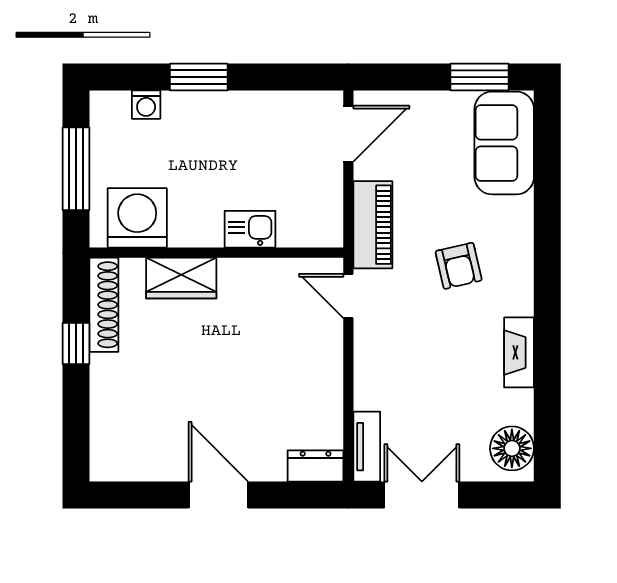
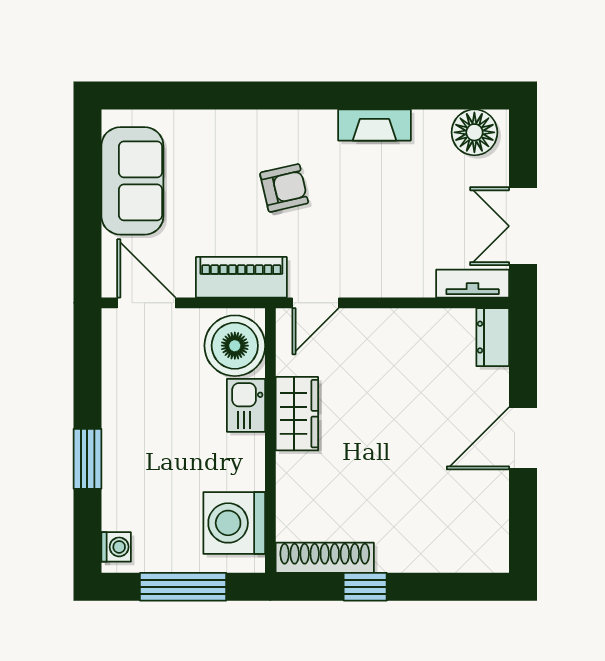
window: (479, 77) -> (87, 166), removed
washing machine: (146, 105) -> (116, 547), moved
sofa: (504, 143) -> (132, 181), moved, turned -90
boiler: (307, 218) -> (235, 346), added
wardrobe: (181, 278) -> (297, 414), moved

